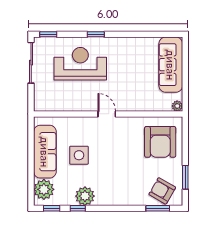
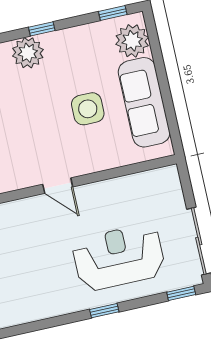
reception desk: (80, 64) -> (119, 257), turned 180
plant: (85, 196) -> (28, 53), moved
window: (78, 208) -> (42, 29), moved

